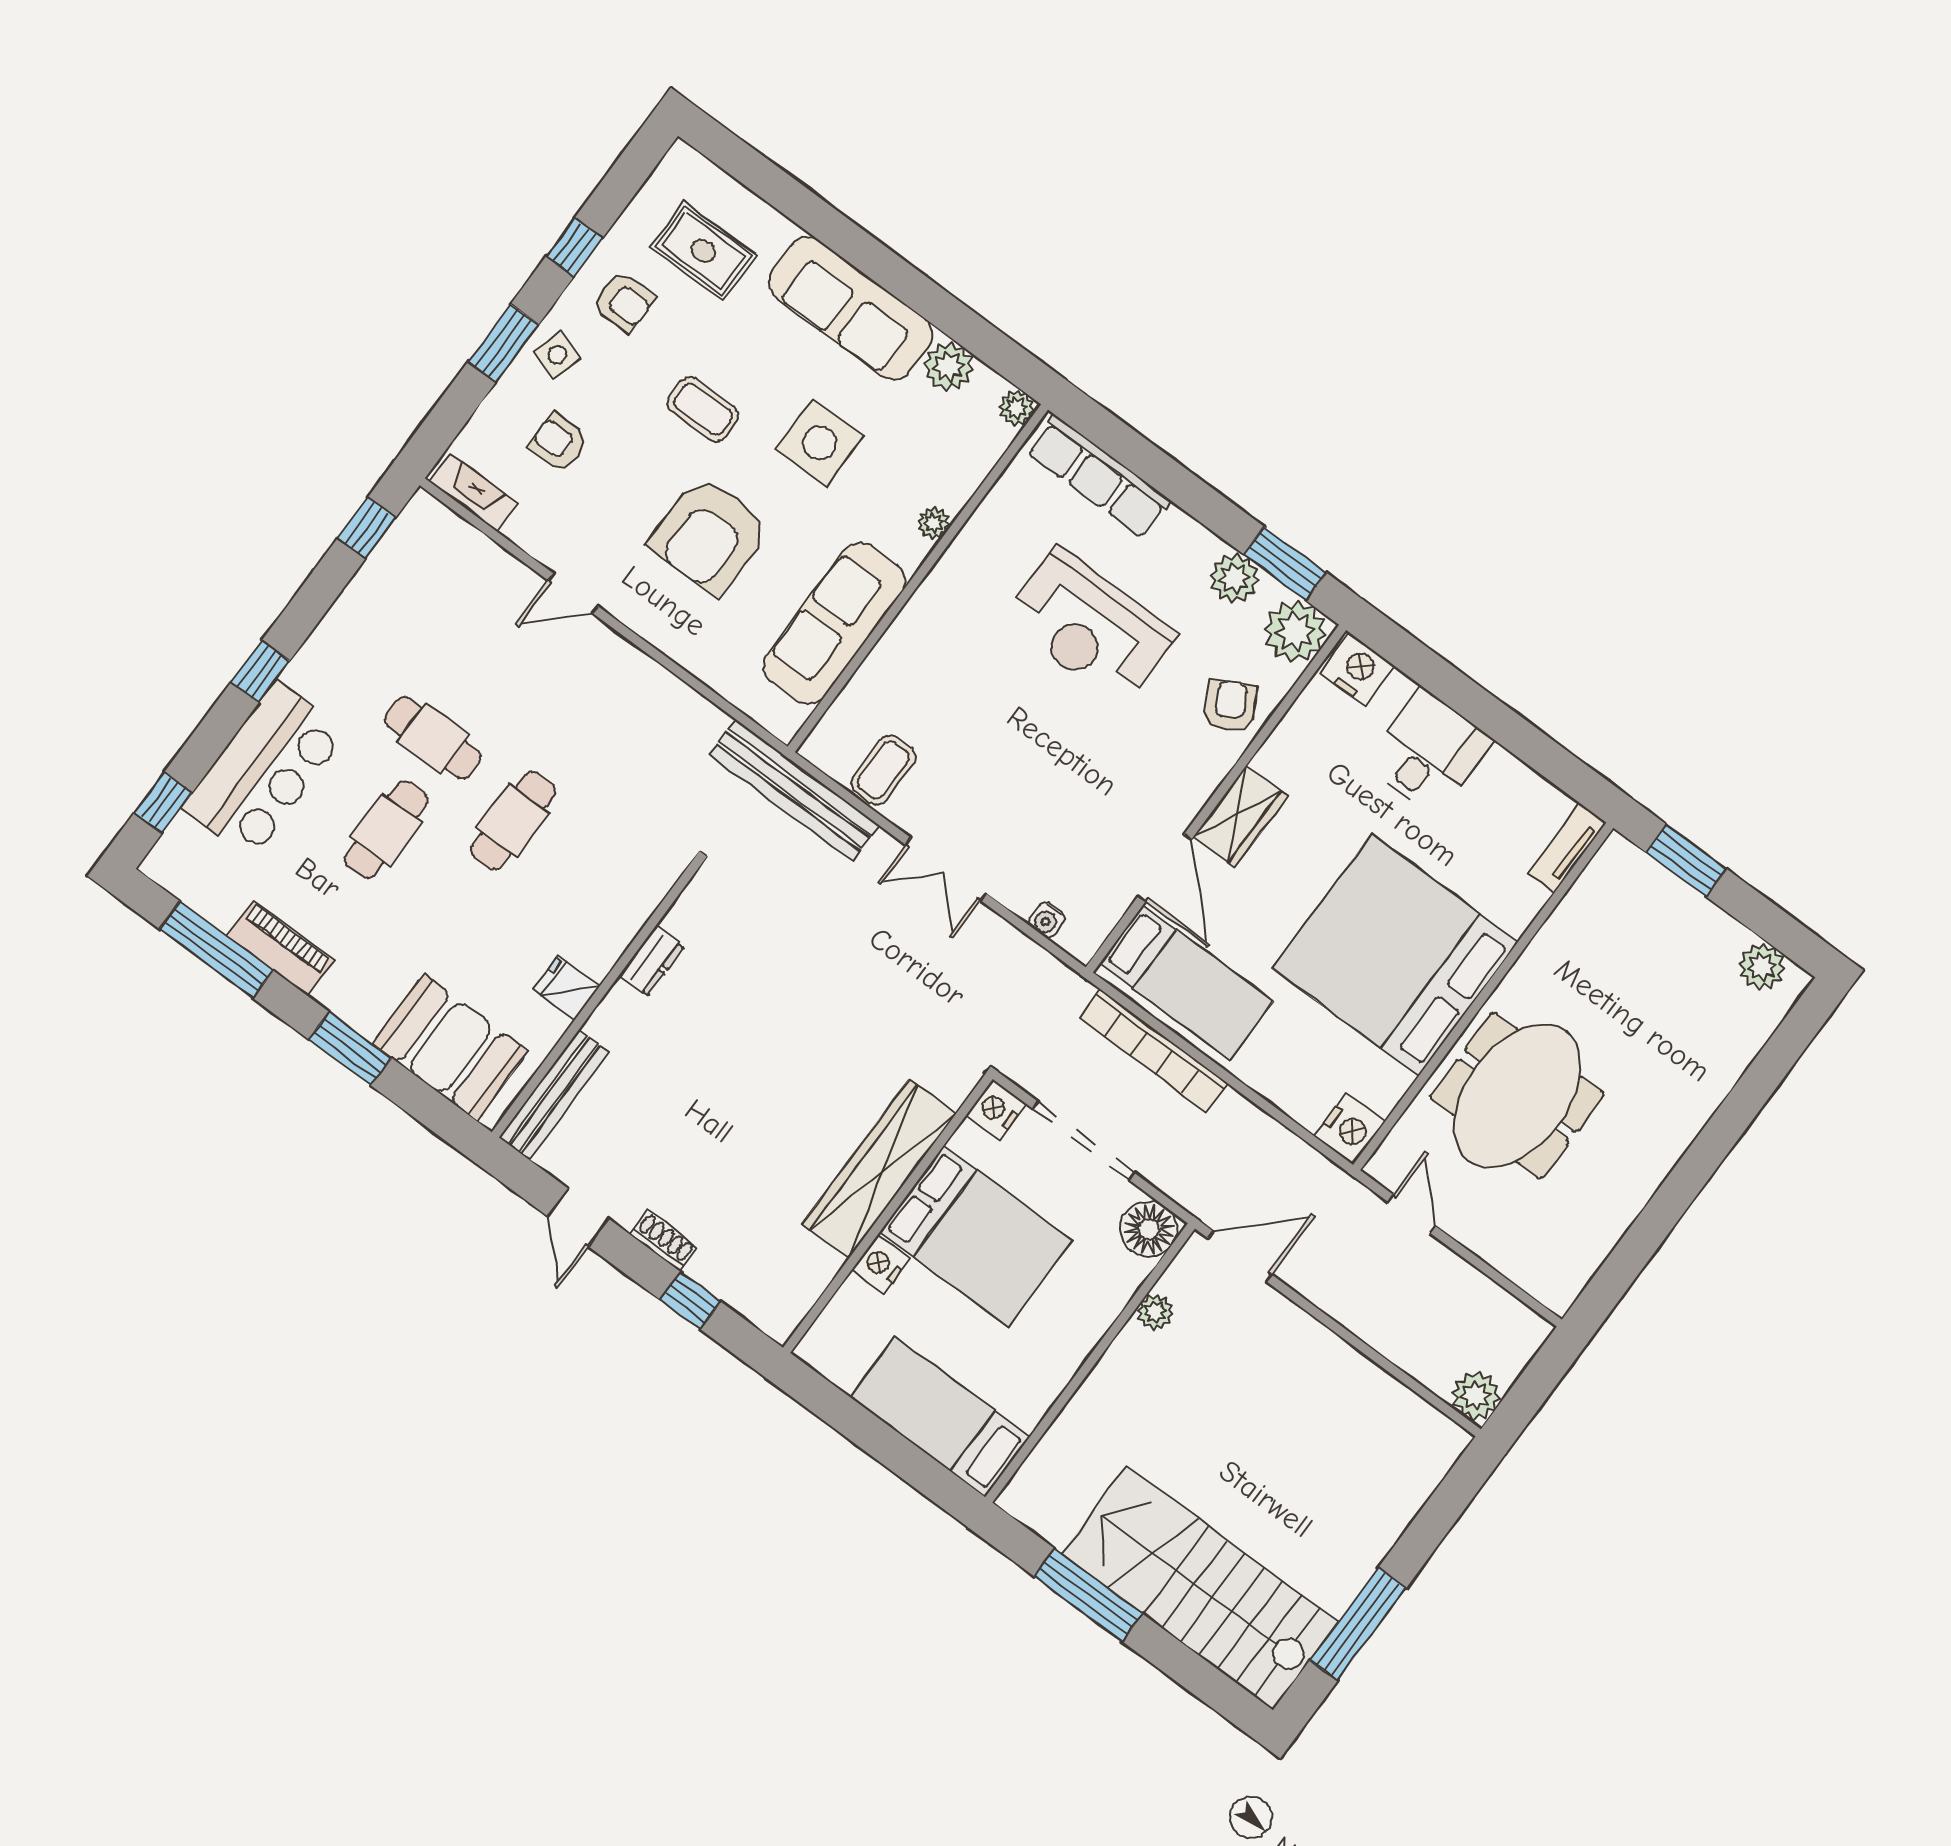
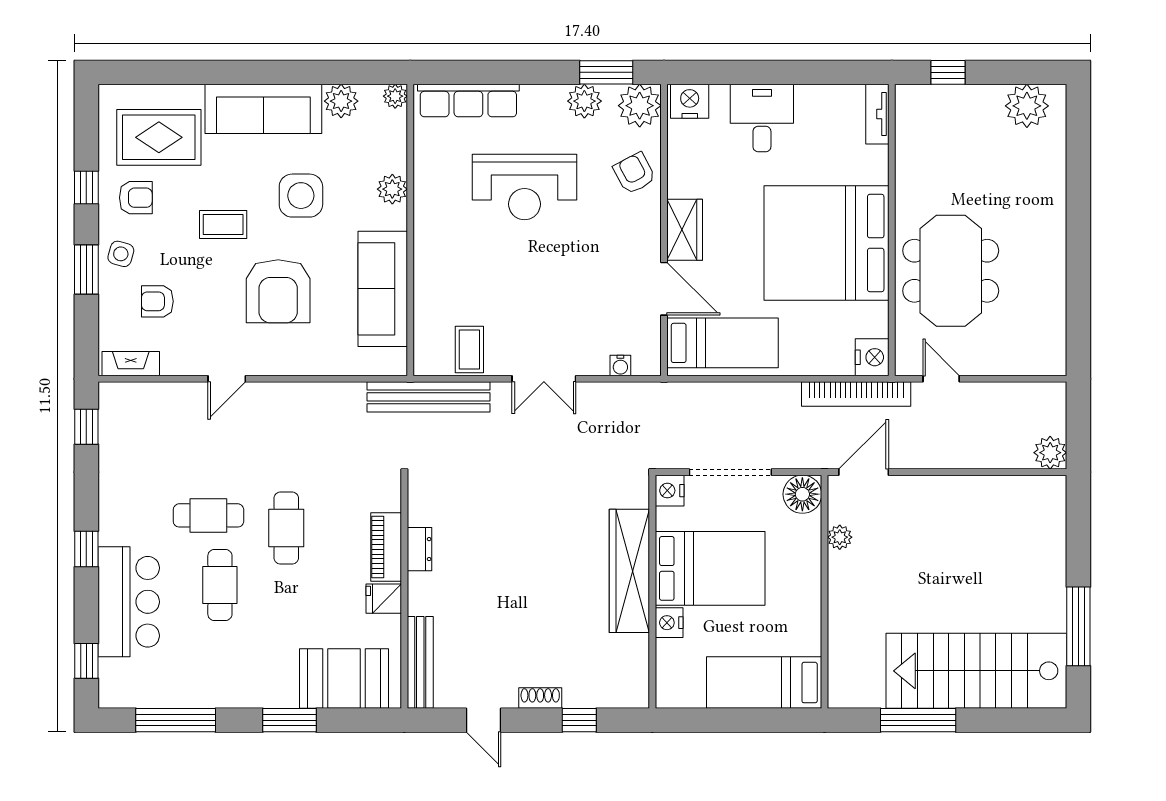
rug: (703, 251) -> (159, 137), width x1.36, depth x1.43
plant: (934, 523) -> (392, 189), width x1.38, depth x1.38
window: (1686, 860) -> (948, 72), width x0.67
piano: (281, 948) -> (386, 547), moved, turned -90
plant: (1762, 966) -> (1027, 106), width x1.36, depth x1.36
bookcase: (1153, 1050) -> (856, 394), moved

